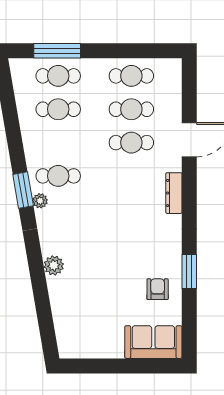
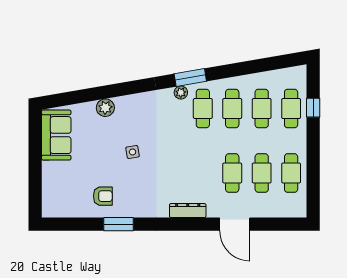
window: (57, 51) -> (313, 108), width x0.46
cafe table: (58, 143) -> (232, 108), added
side table: (107, 256) -> (133, 152), added
plant: (54, 265) -> (105, 108), moved
sofa: (153, 342) -> (56, 135), moved

